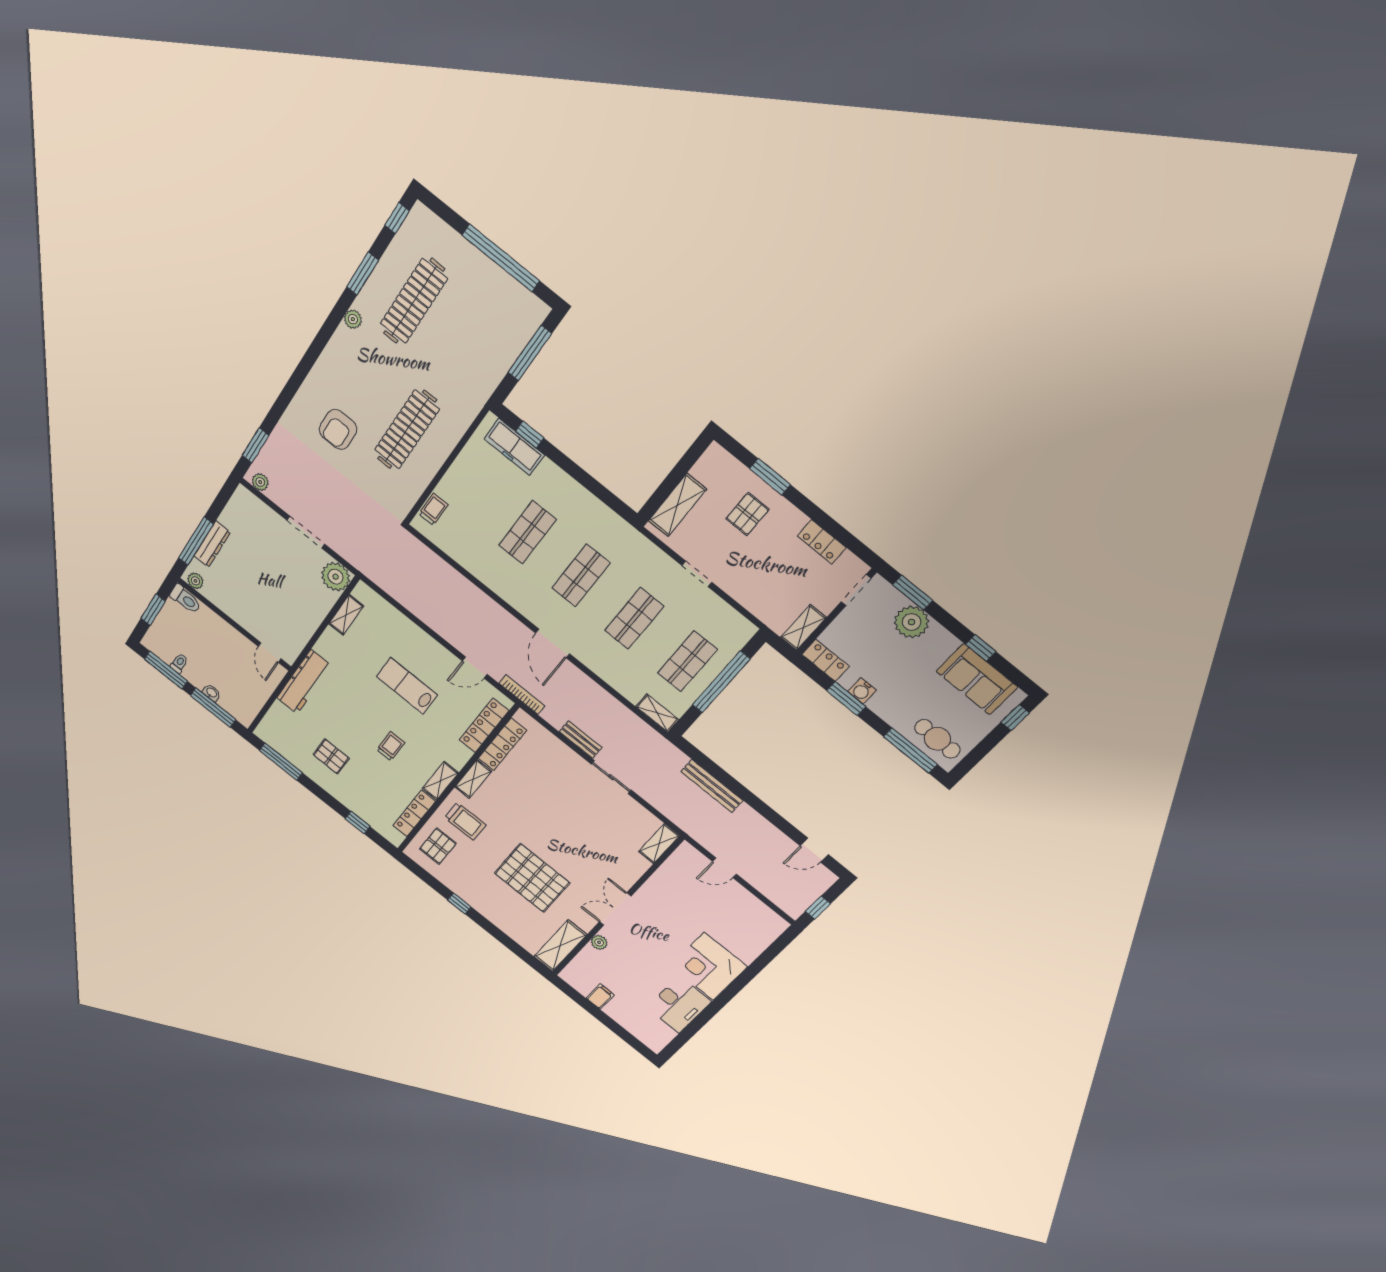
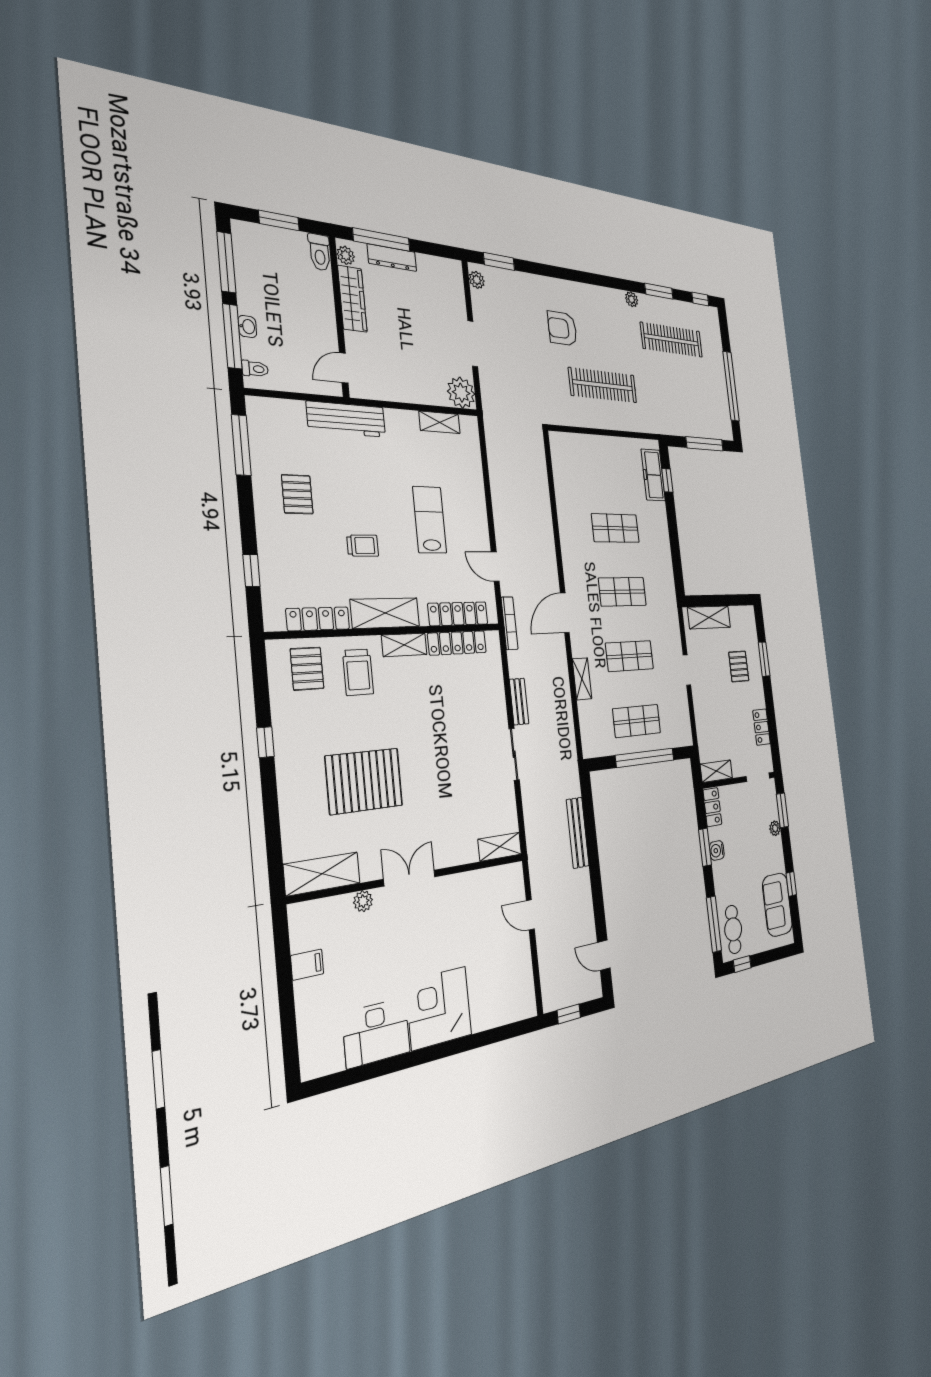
trolley: (433, 509) -> (573, 443), removed
pallet: (747, 514) -> (739, 666), turned 90
wardrobe: (227, 603) -> (352, 299), added
plant: (911, 622) -> (775, 828), width x0.53, depth x0.53
toilet: (179, 663) -> (255, 369), moved
shelving: (657, 713) -> (582, 679), moved
window: (1015, 718) -> (742, 964), moved
shelving: (440, 781) -> (385, 613), width x1.50, depth x1.33
pallet: (438, 846) -> (307, 669), turned 90
pallet: (532, 878) -> (364, 781), turned 90

